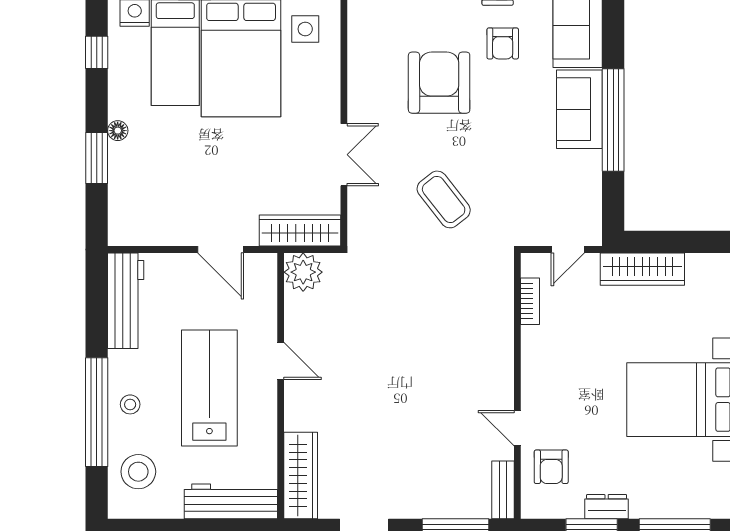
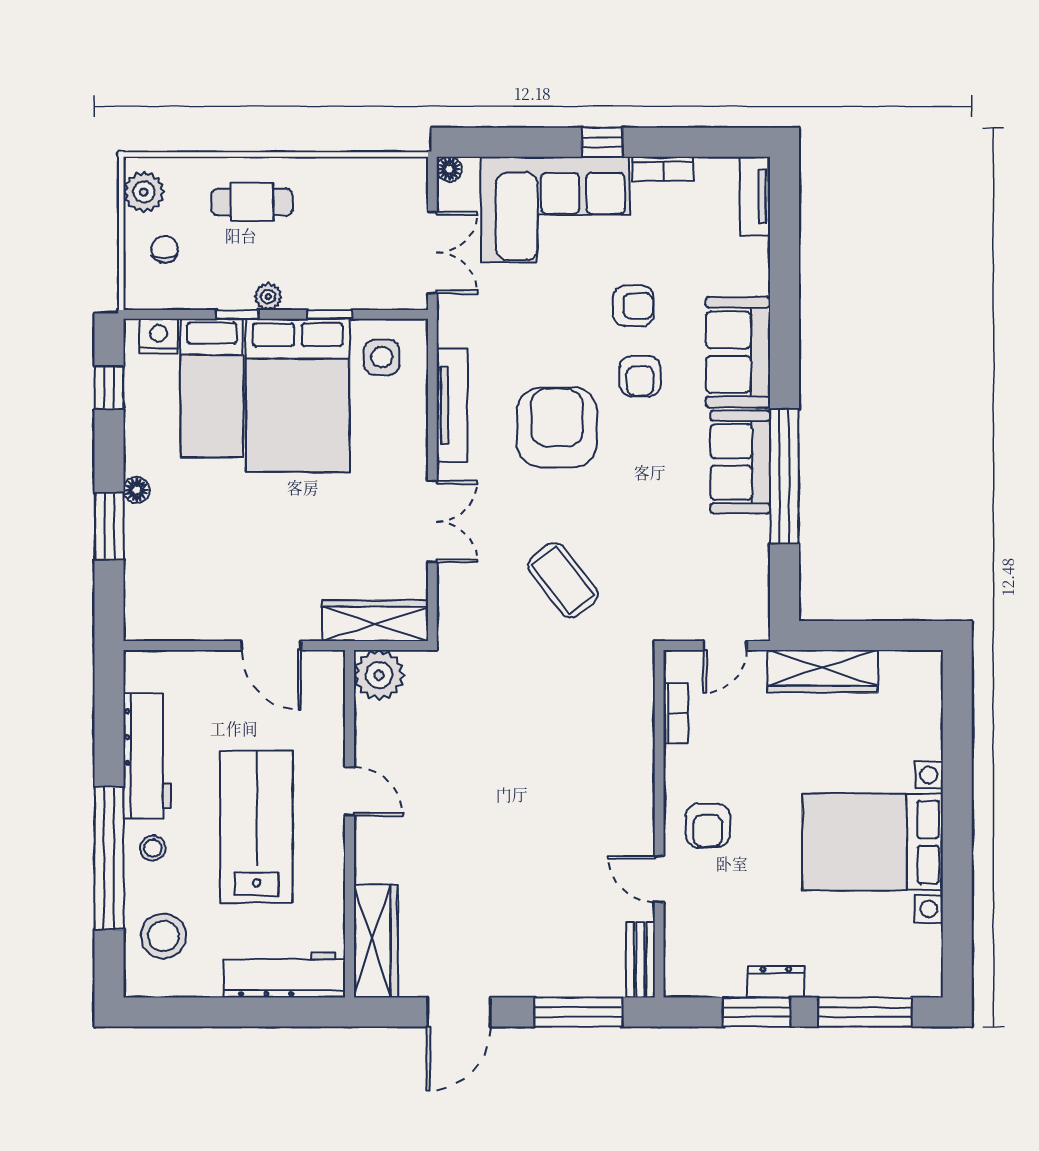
tv unit: (359, 66) -> (452, 405), added
workbench: (126, 301) -> (147, 756), moved
armchair: (551, 467) -> (708, 825), moved

